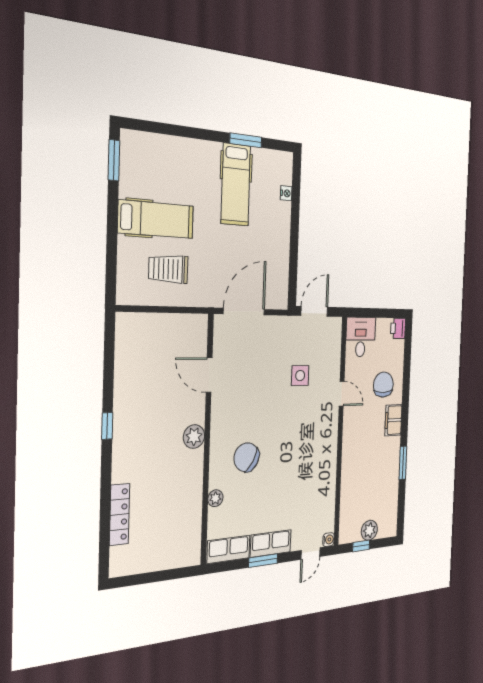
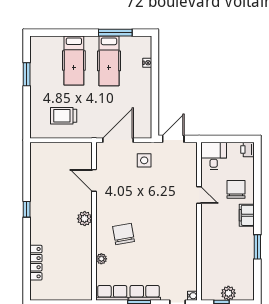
window: (246, 140) -> (115, 33), width x1.44
window: (114, 160) -> (27, 74), moved
hospital bed: (156, 219) -> (74, 60), moved, turned 90
side table: (300, 376) -> (144, 160), moved
chair: (247, 457) -> (124, 234), turned 50

